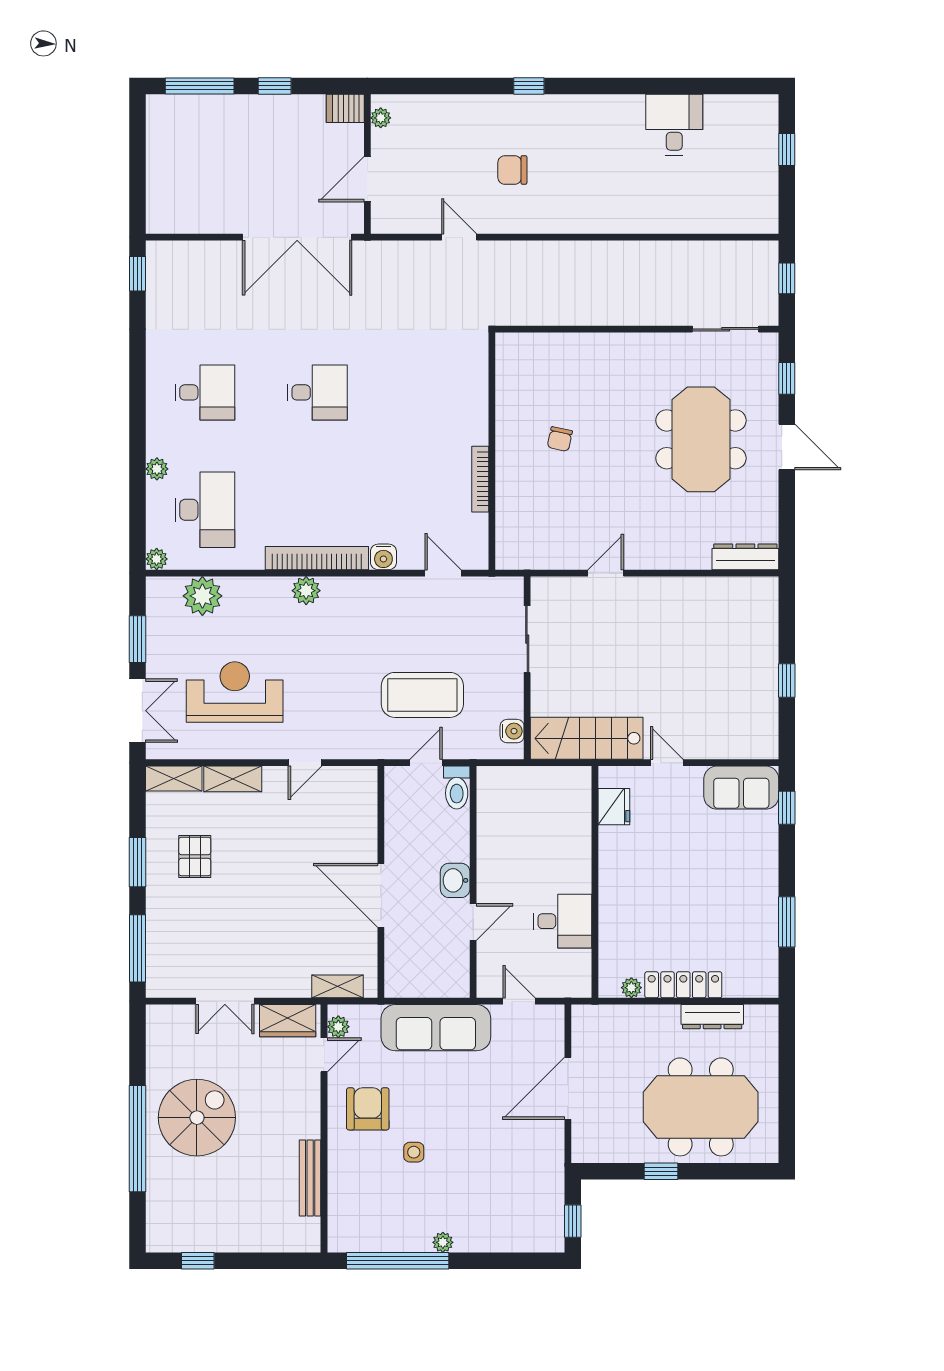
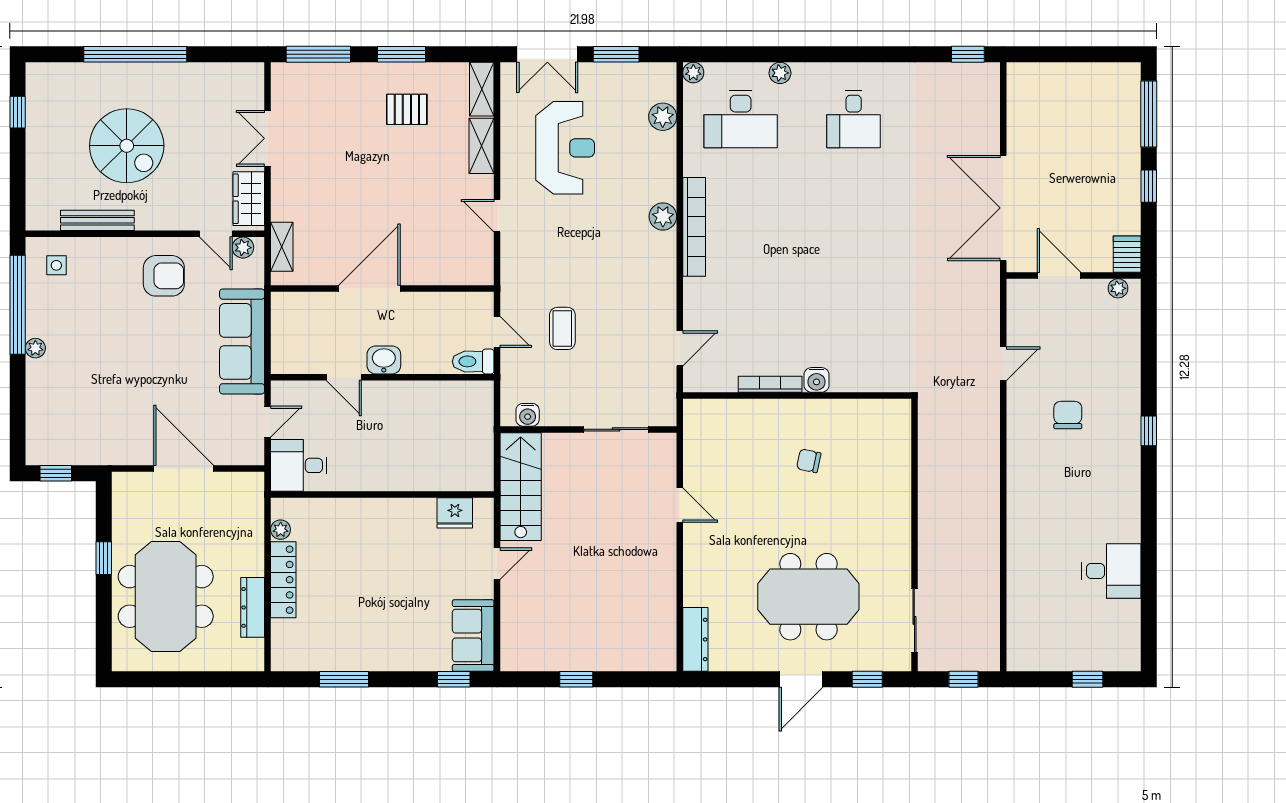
desk: (317, 392) -> (854, 227), removed
water cooler: (383, 557) -> (817, 380), moved, turned -90
plant: (202, 596) -> (663, 117), width x0.73, depth x0.73
coffee table: (422, 695) -> (562, 328), width x0.54, depth x0.58
desk: (563, 921) -> (299, 465), moved, turned 90
spiral stairs: (197, 1118) -> (127, 146), moved
side table: (414, 1152) -> (56, 265), moved

